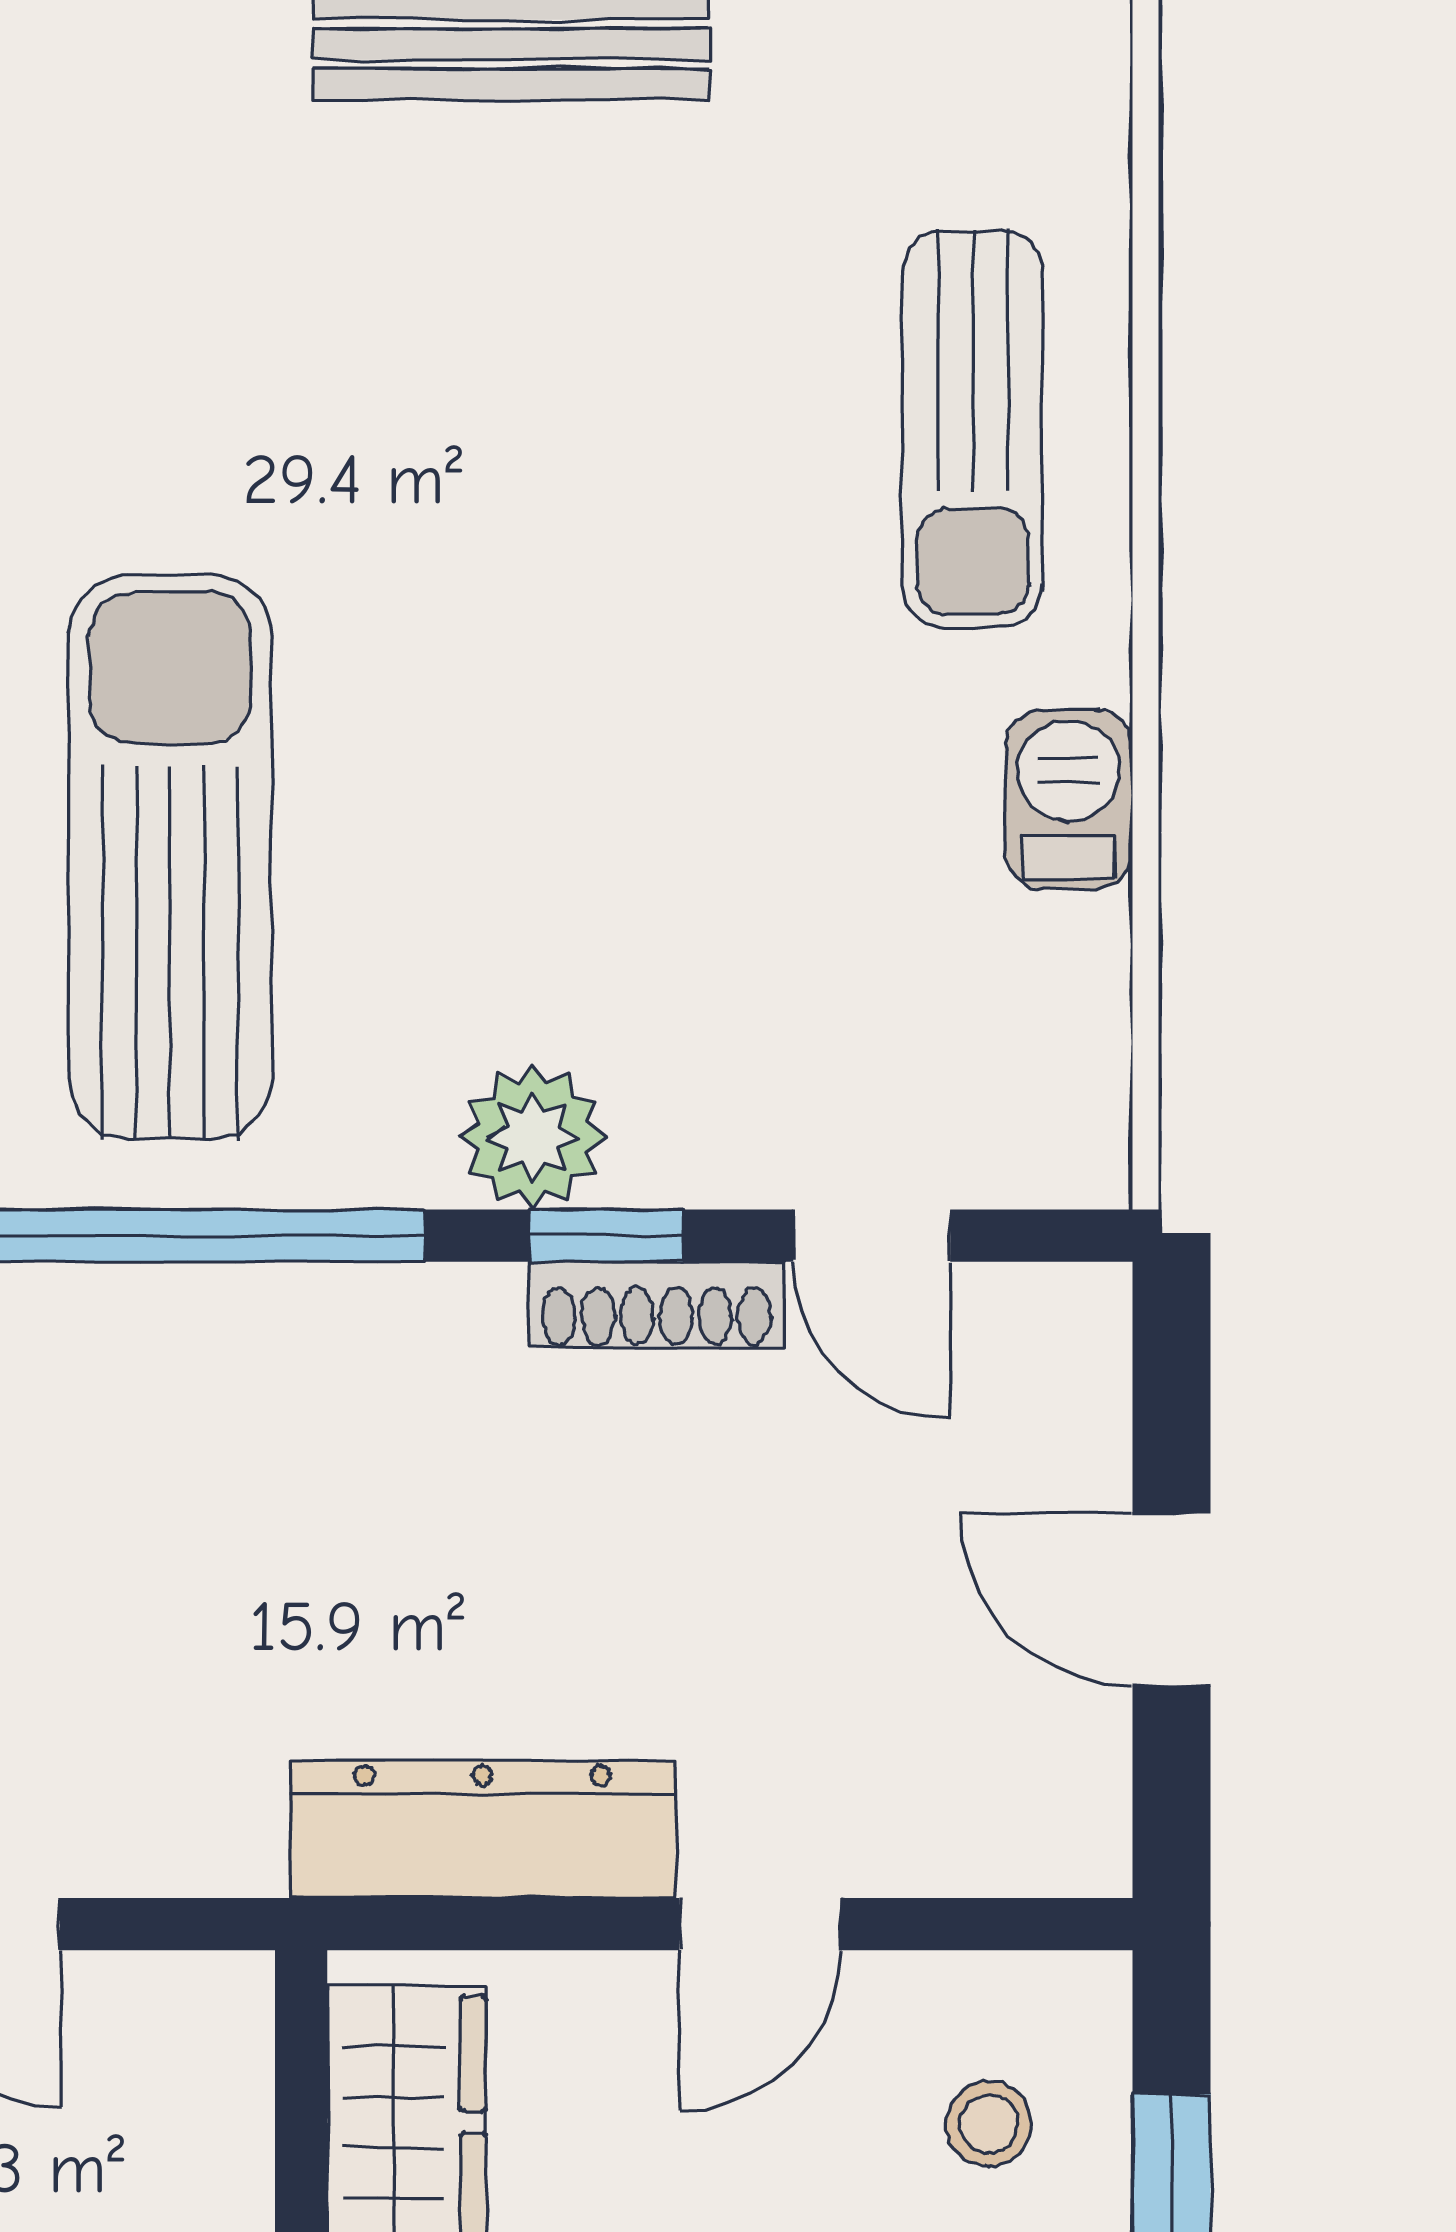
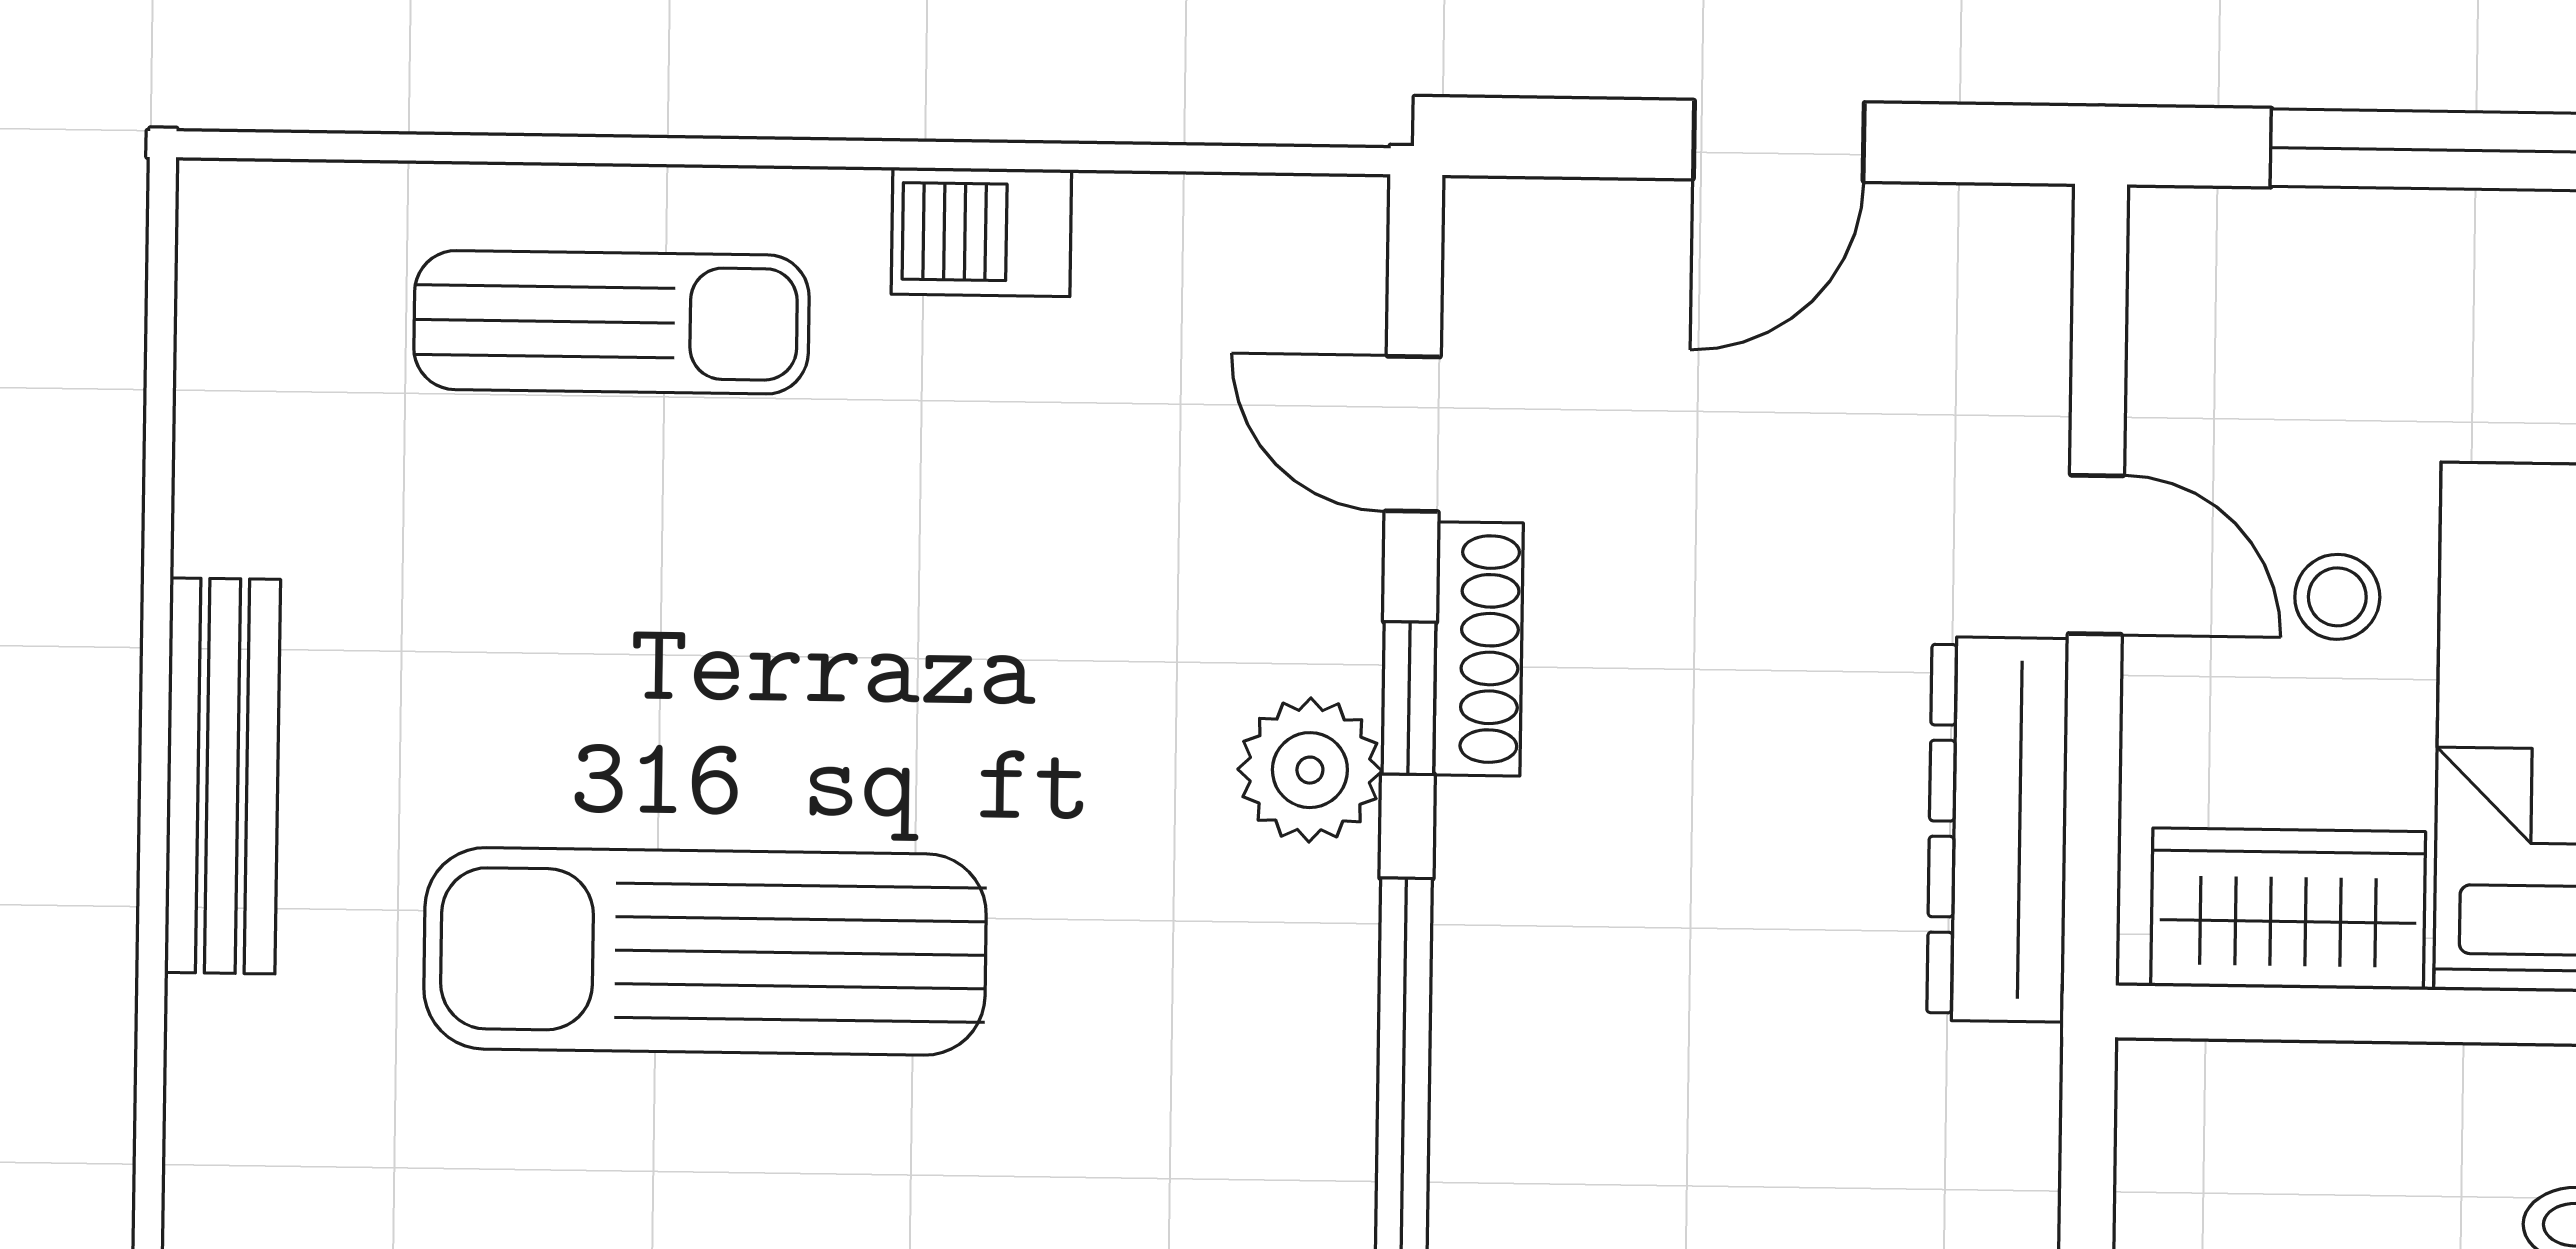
sun lounger: (170, 857) -> (705, 951), moved
door: (872, 1236) -> (1413, 434), swing flipped
stool: (989, 2124) -> (2337, 597), moved

